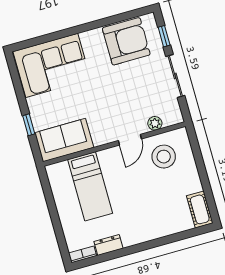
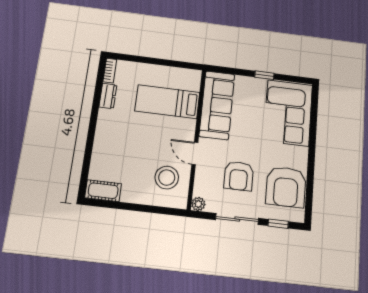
armchair: (134, 90) -> (239, 176), added
plant: (155, 123) -> (198, 204), moved
window: (29, 125) -> (264, 75), moved
sofa: (64, 140) -> (217, 105), width x1.36

